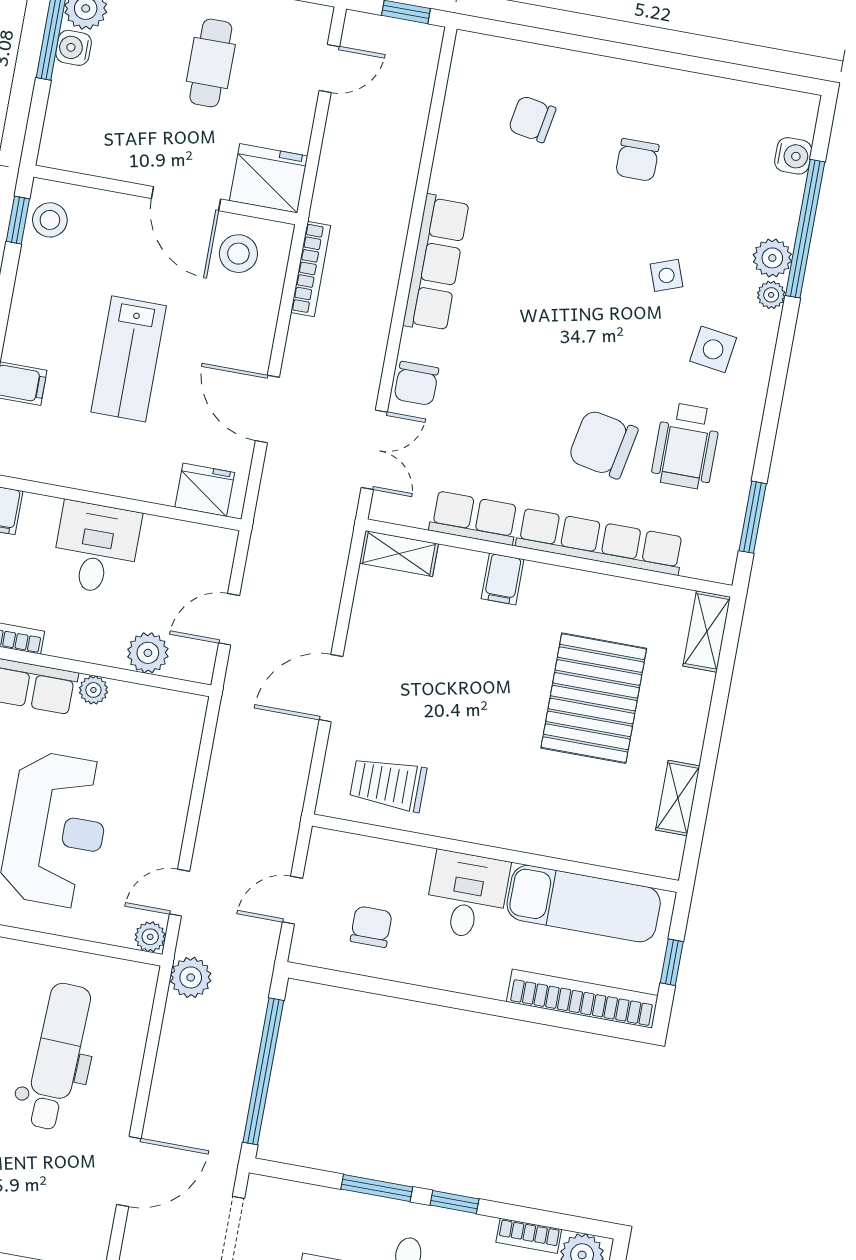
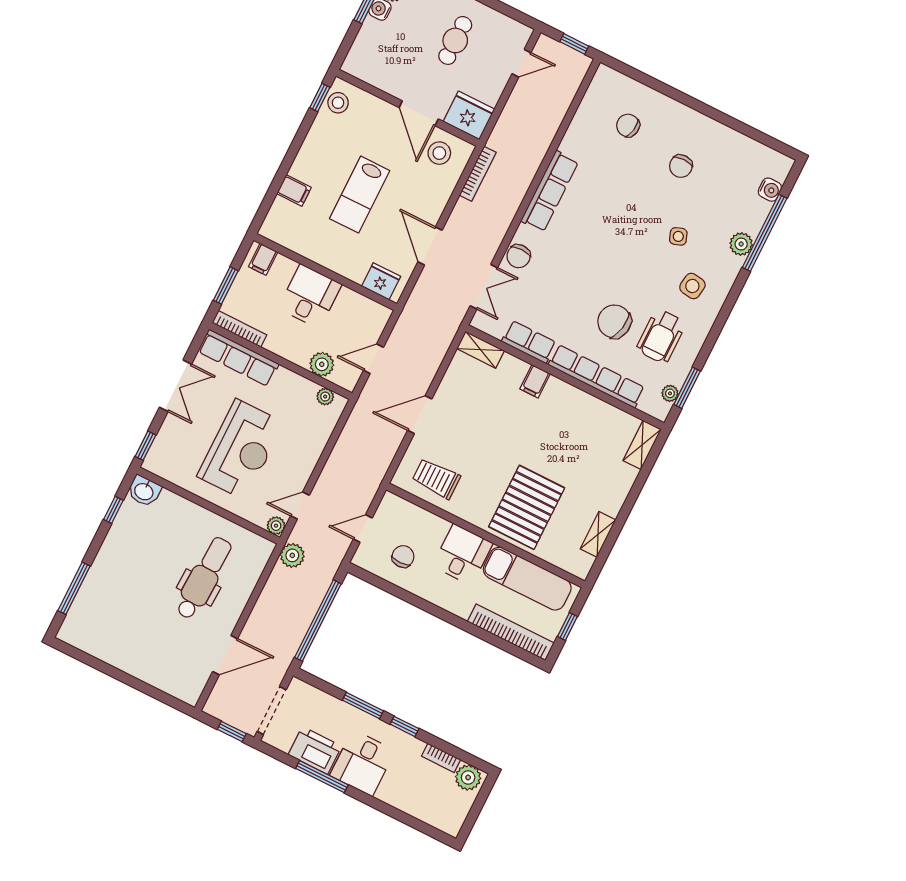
plant: (771, 295) -> (670, 393), moved
plant: (93, 690) -> (325, 397), moved
pallet: (594, 698) -> (527, 507), moved

